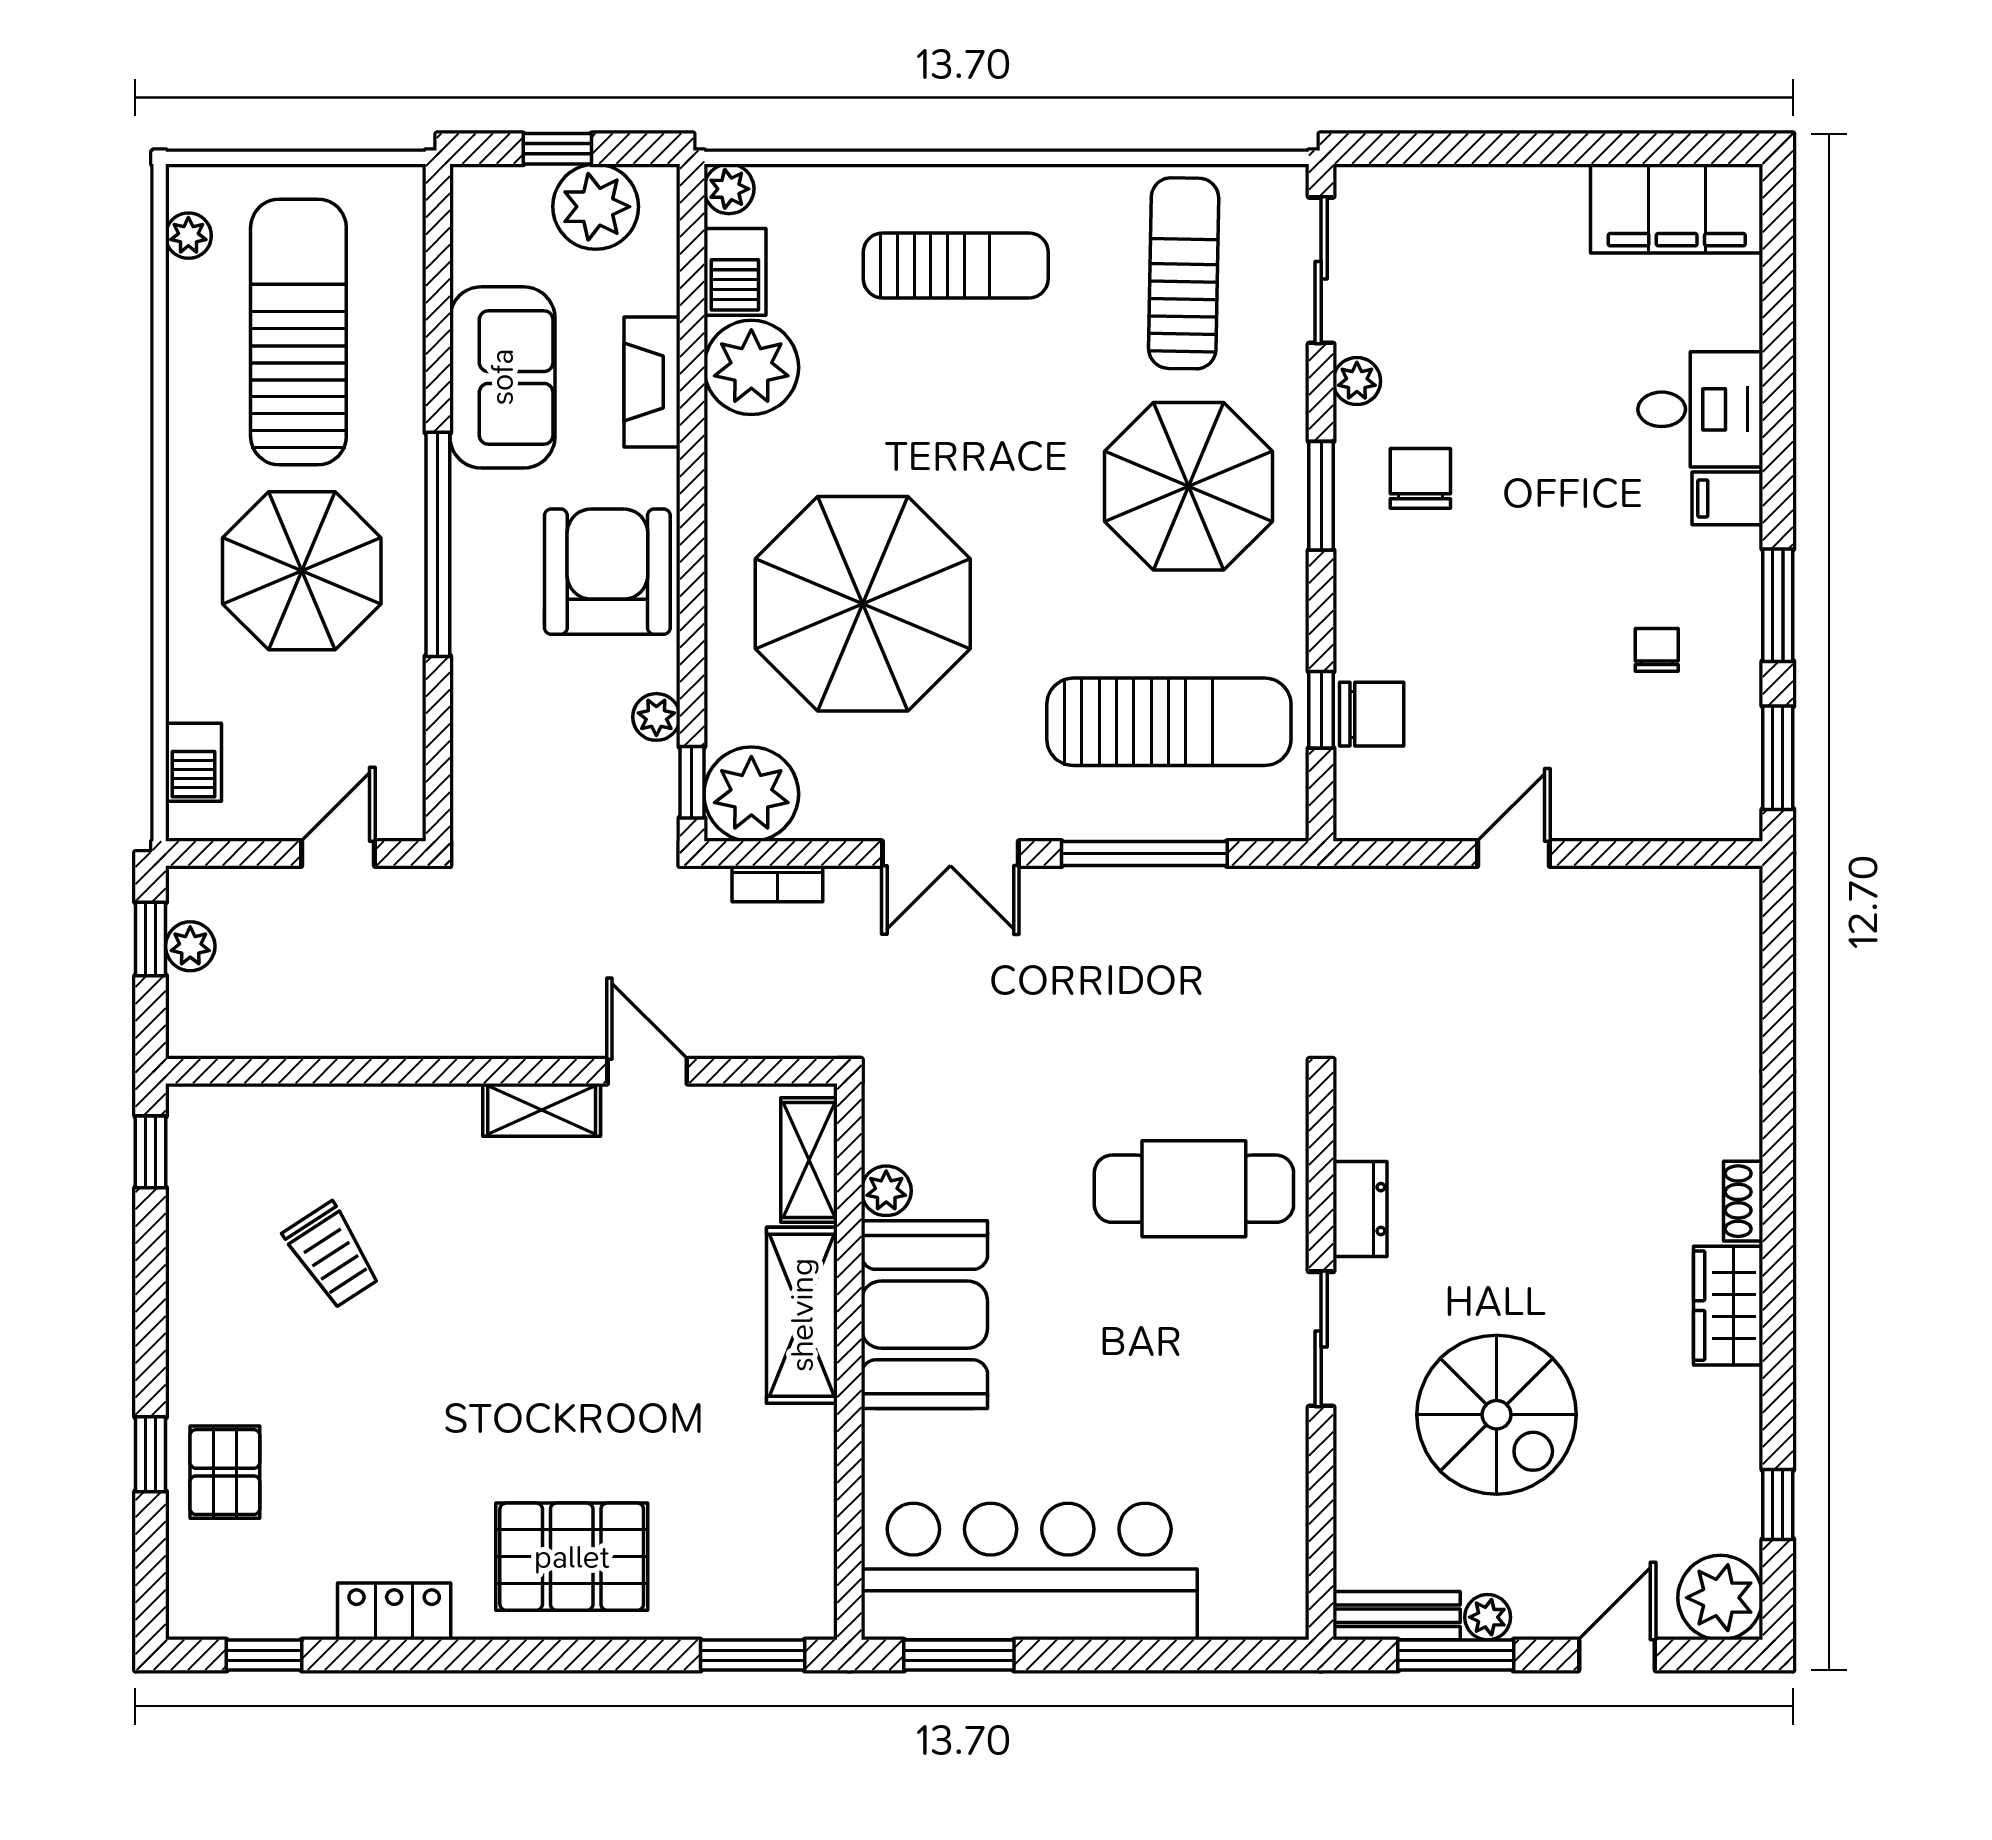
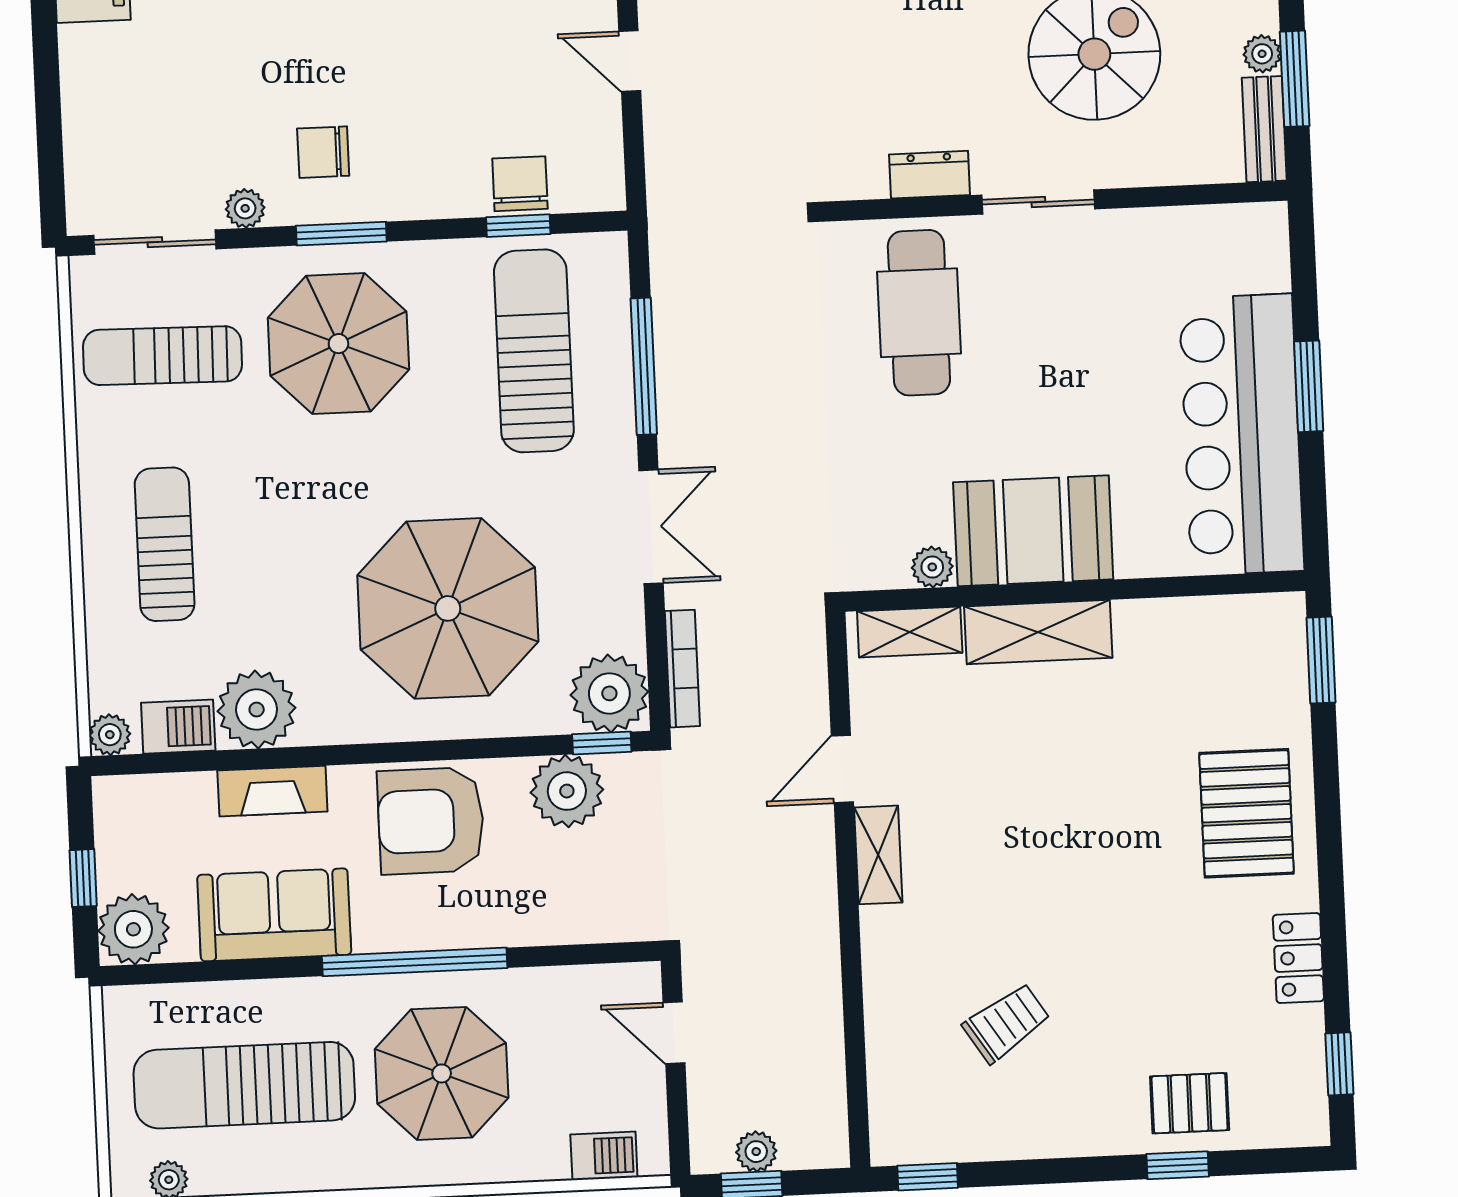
plant: (596, 207) -> (133, 929), moved
plant: (656, 717) -> (567, 791), width x1.88, depth x1.88
bookcase: (777, 884) -> (682, 669), width x1.56
window: (959, 1655) -> (1309, 386), moved

